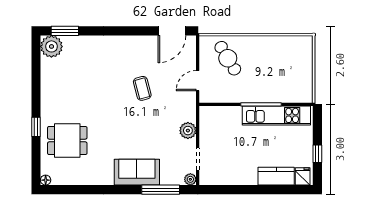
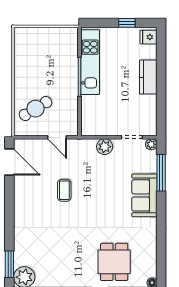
coffee table: (142, 88) -> (64, 190), turned -75
kitchen counter: (276, 176) -> (148, 77), moved

